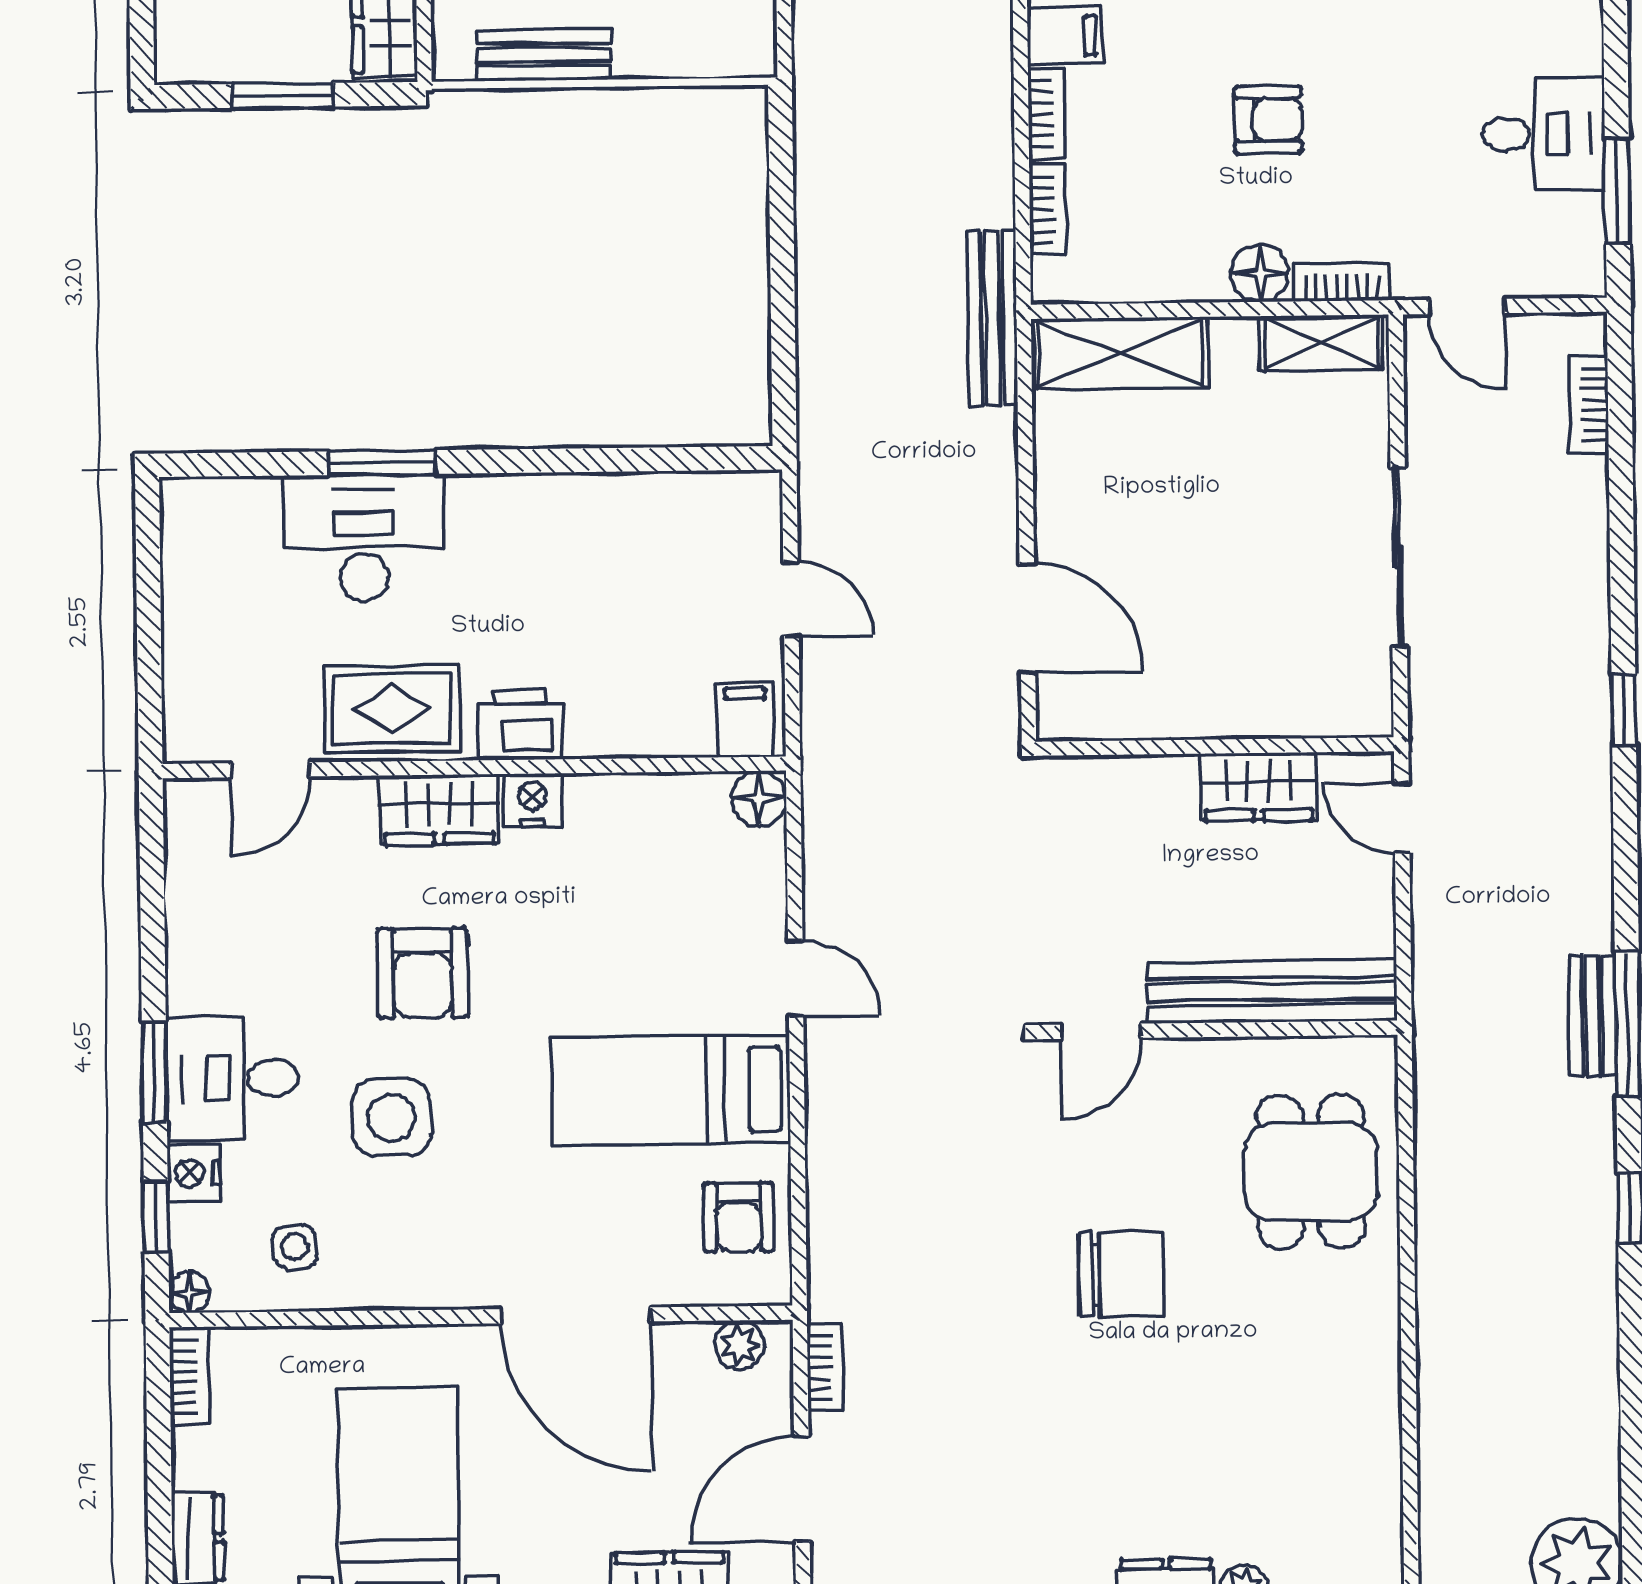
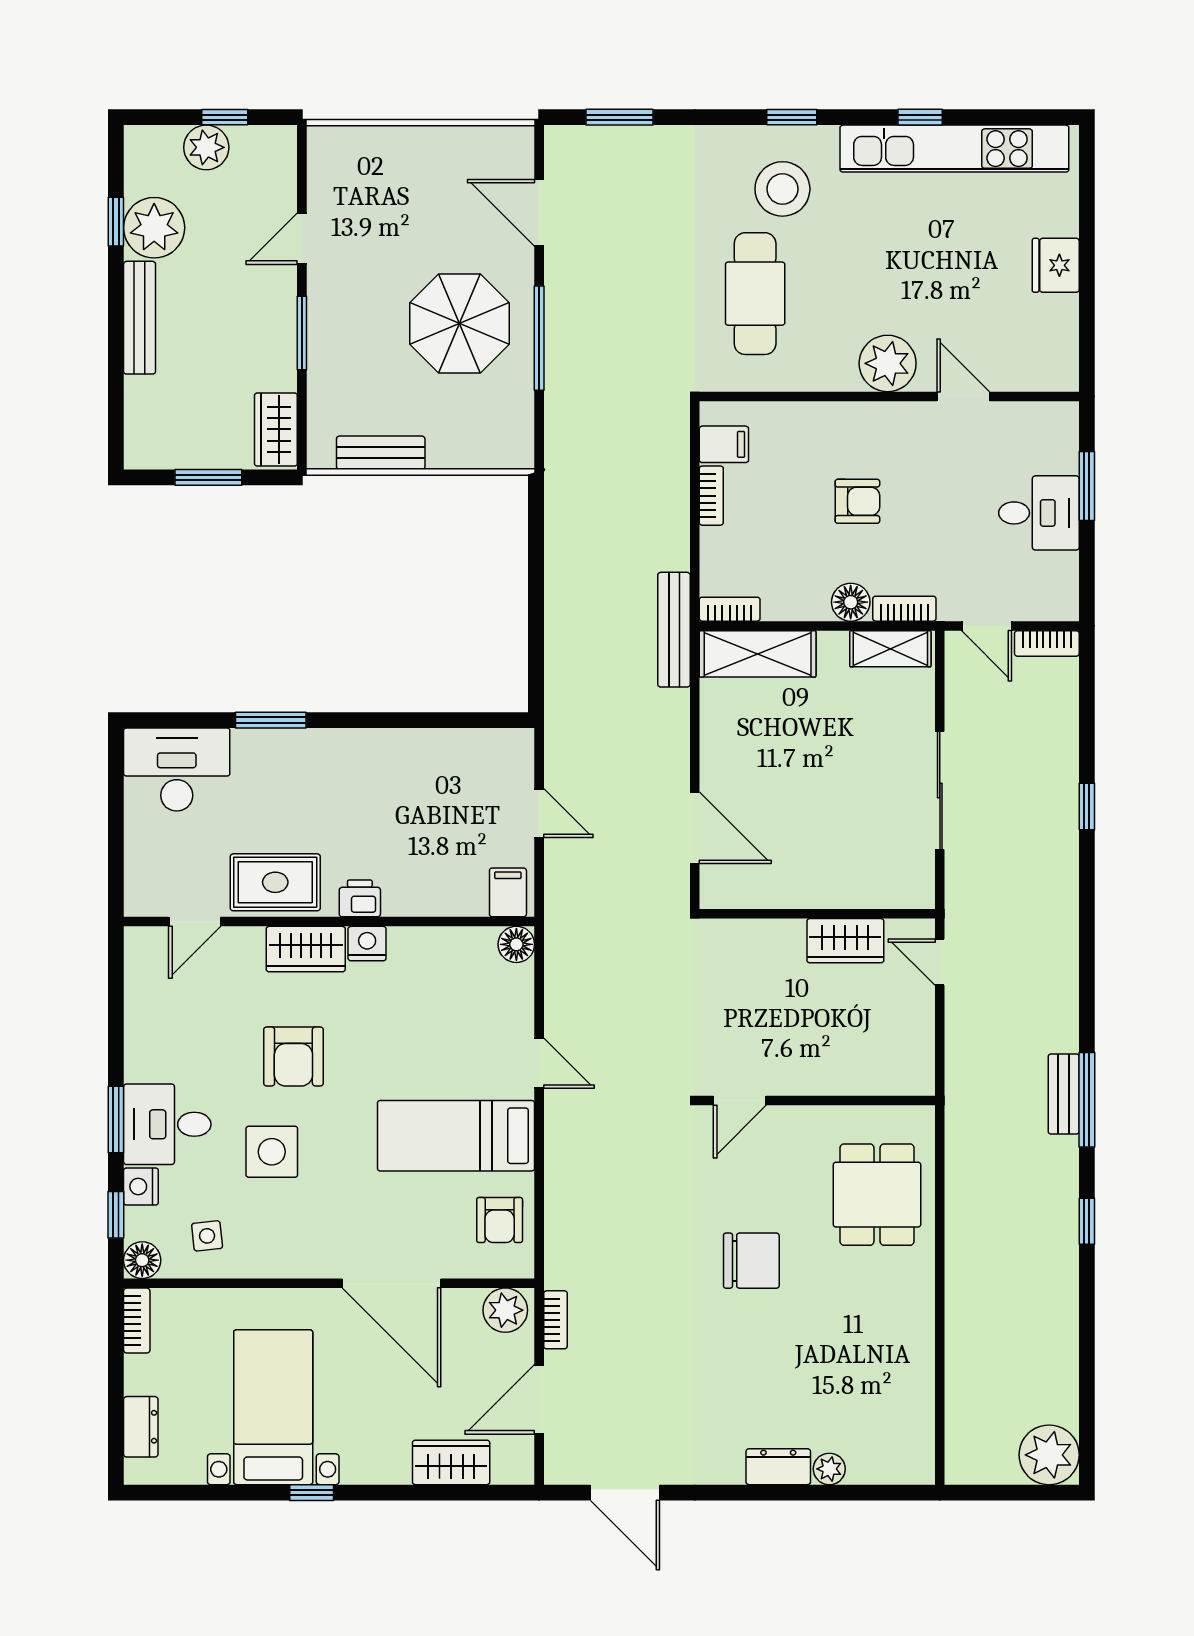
window: (1617, 191) -> (1087, 486), moved
bookcase: (1048, 209) -> (730, 609), moved, turned -90
bookcase: (1589, 405) -> (1047, 643), moved, turned -90
desk: (364, 538) -> (177, 770), moved
window: (1624, 710) -> (1087, 807), moved
printer: (520, 725) -> (360, 898), width x0.73, depth x0.81
bench: (1272, 991) -> (853, 1075), removed
floor lamp: (189, 1292) -> (142, 1260), width x1.37, depth x1.37
plant: (740, 1345) -> (505, 1310), width x1.38, depth x1.38

